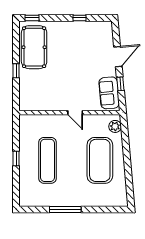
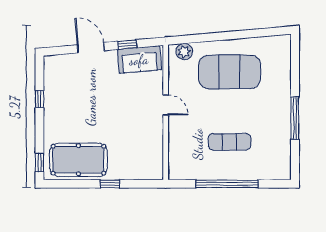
door: (75, 113) -> (166, 105), hinge flipped
window: (16, 159) -> (227, 184), width x3.17
exercise mat: (48, 160) -> (230, 142), width x0.73, depth x0.69

